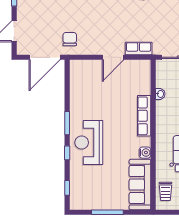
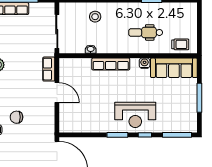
chair: (70, 39) -> (16, 117), moved
window: (67, 188) -> (177, 135), width x2.17

